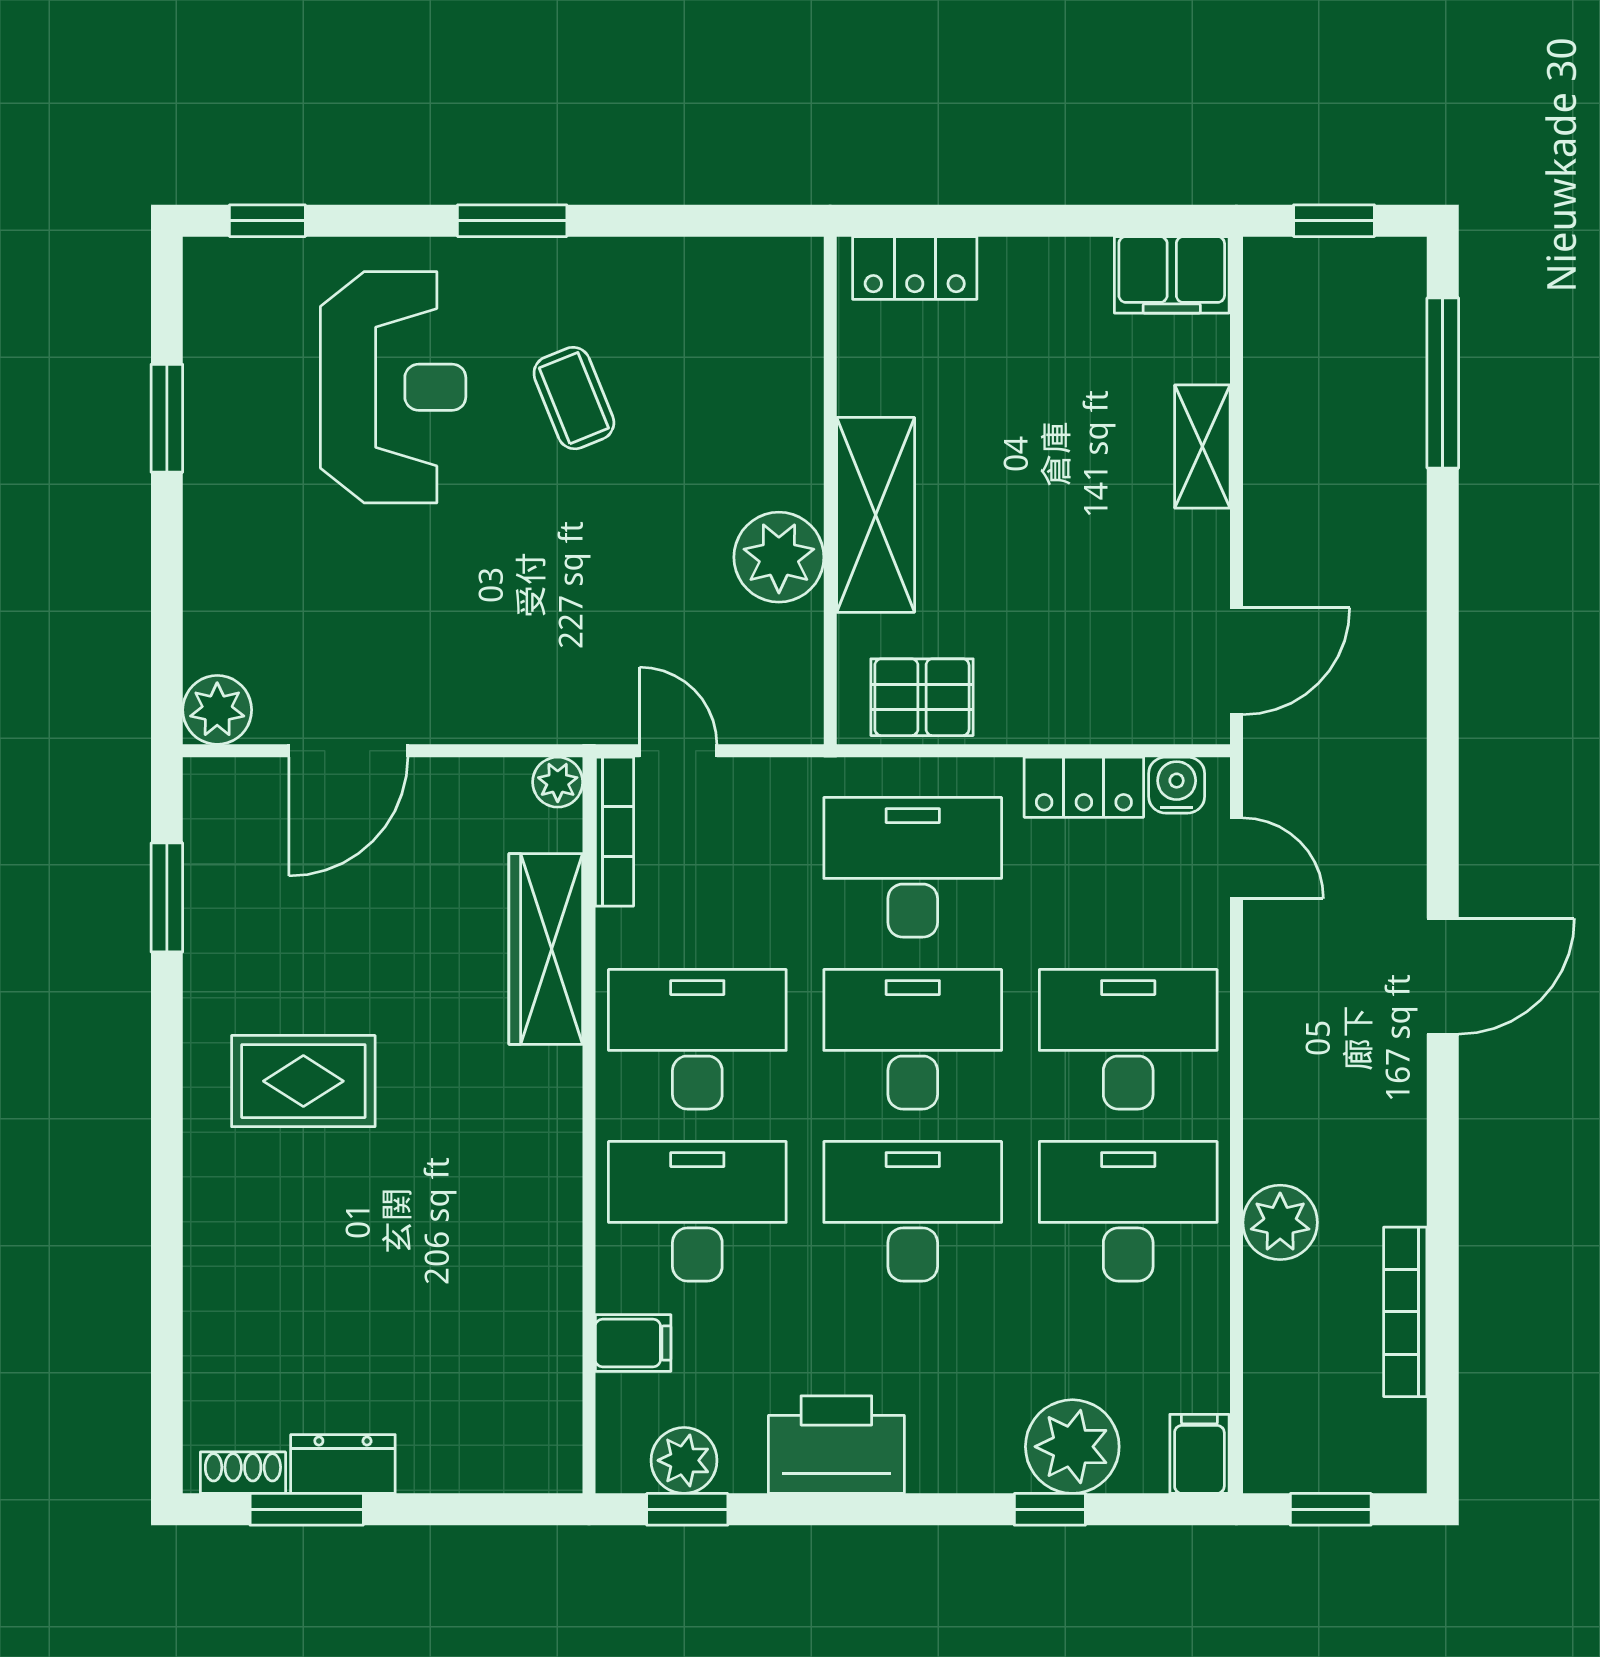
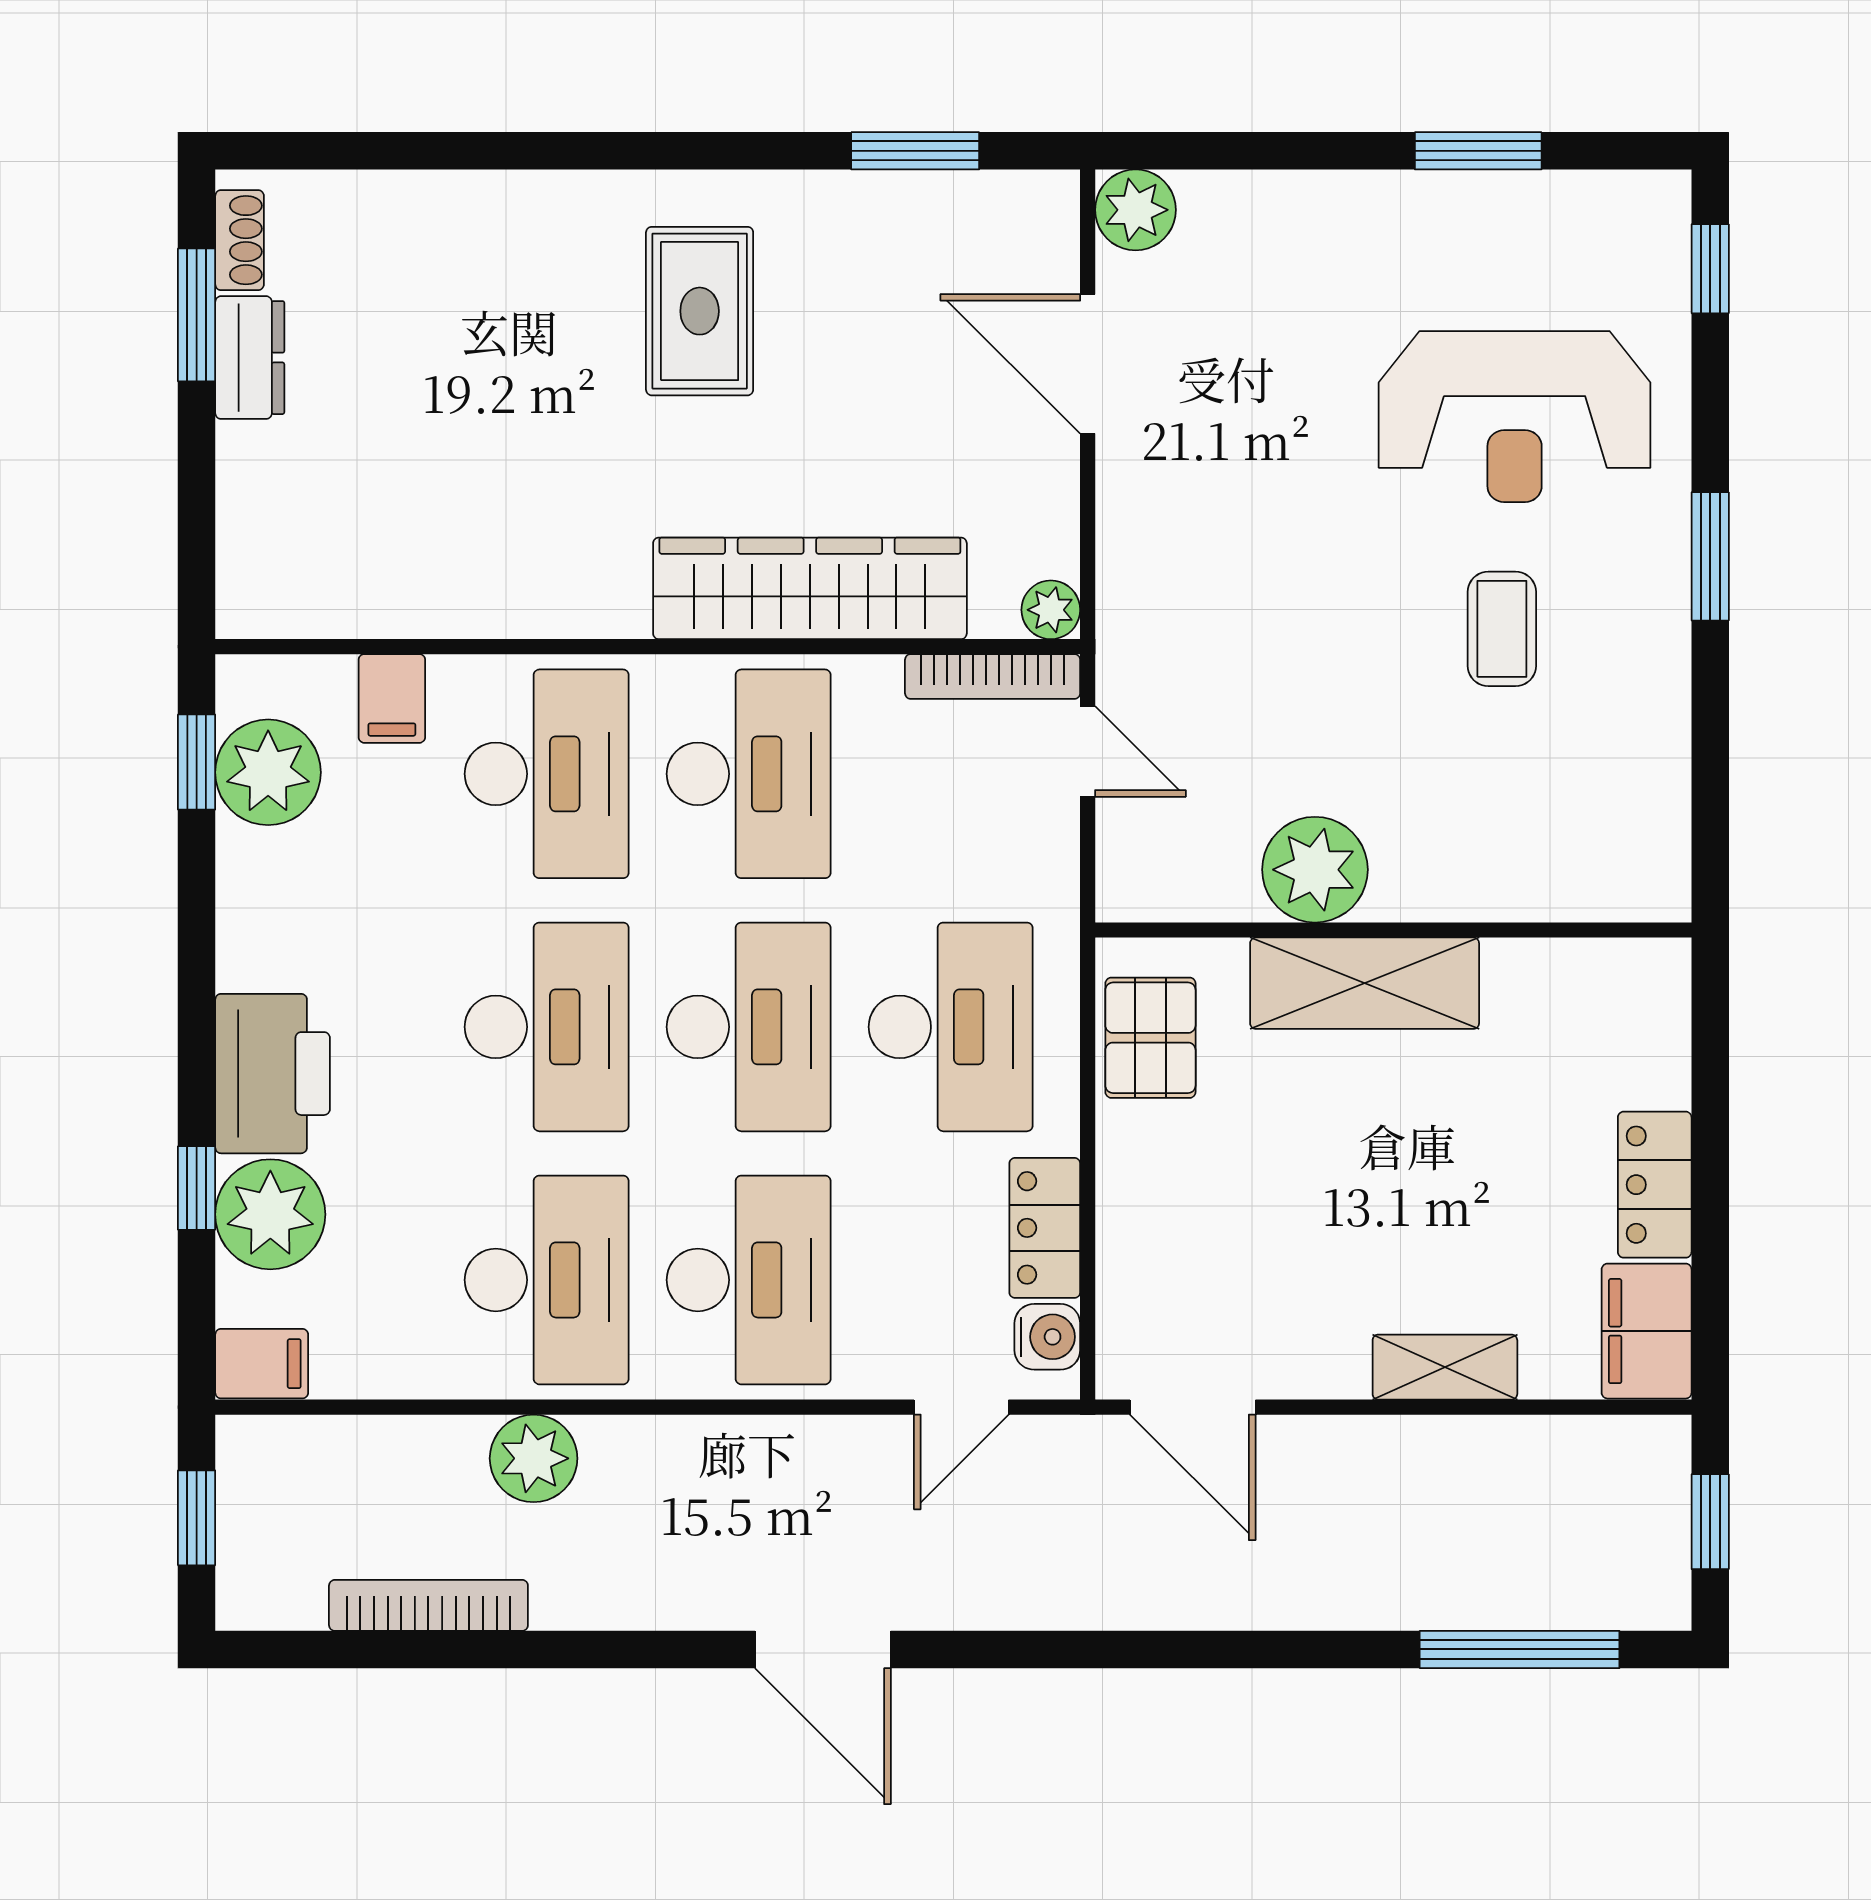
locker: (915, 268) -> (1655, 1185), moved
coffee table: (574, 398) -> (1502, 629), turned -68
door: (678, 751) -> (1088, 751), hinge flipped
wardrobe: (546, 949) -> (810, 588), width x1.40, depth x1.17
printer: (836, 1445) -> (273, 1074), moved
plant: (684, 1460) -> (268, 772), width x1.36, depth x1.36

